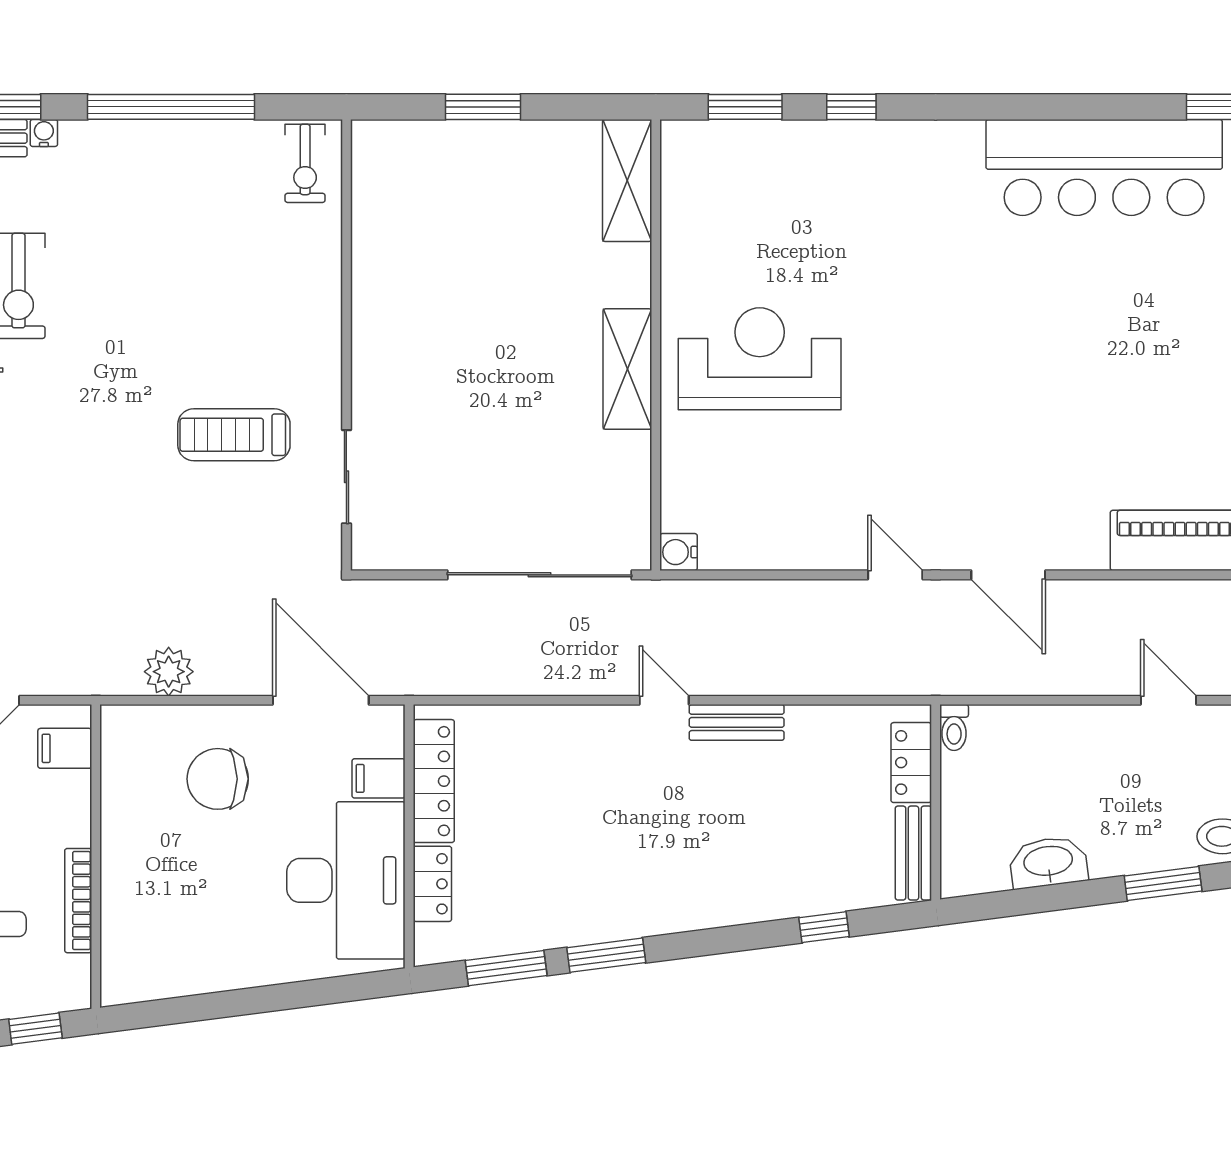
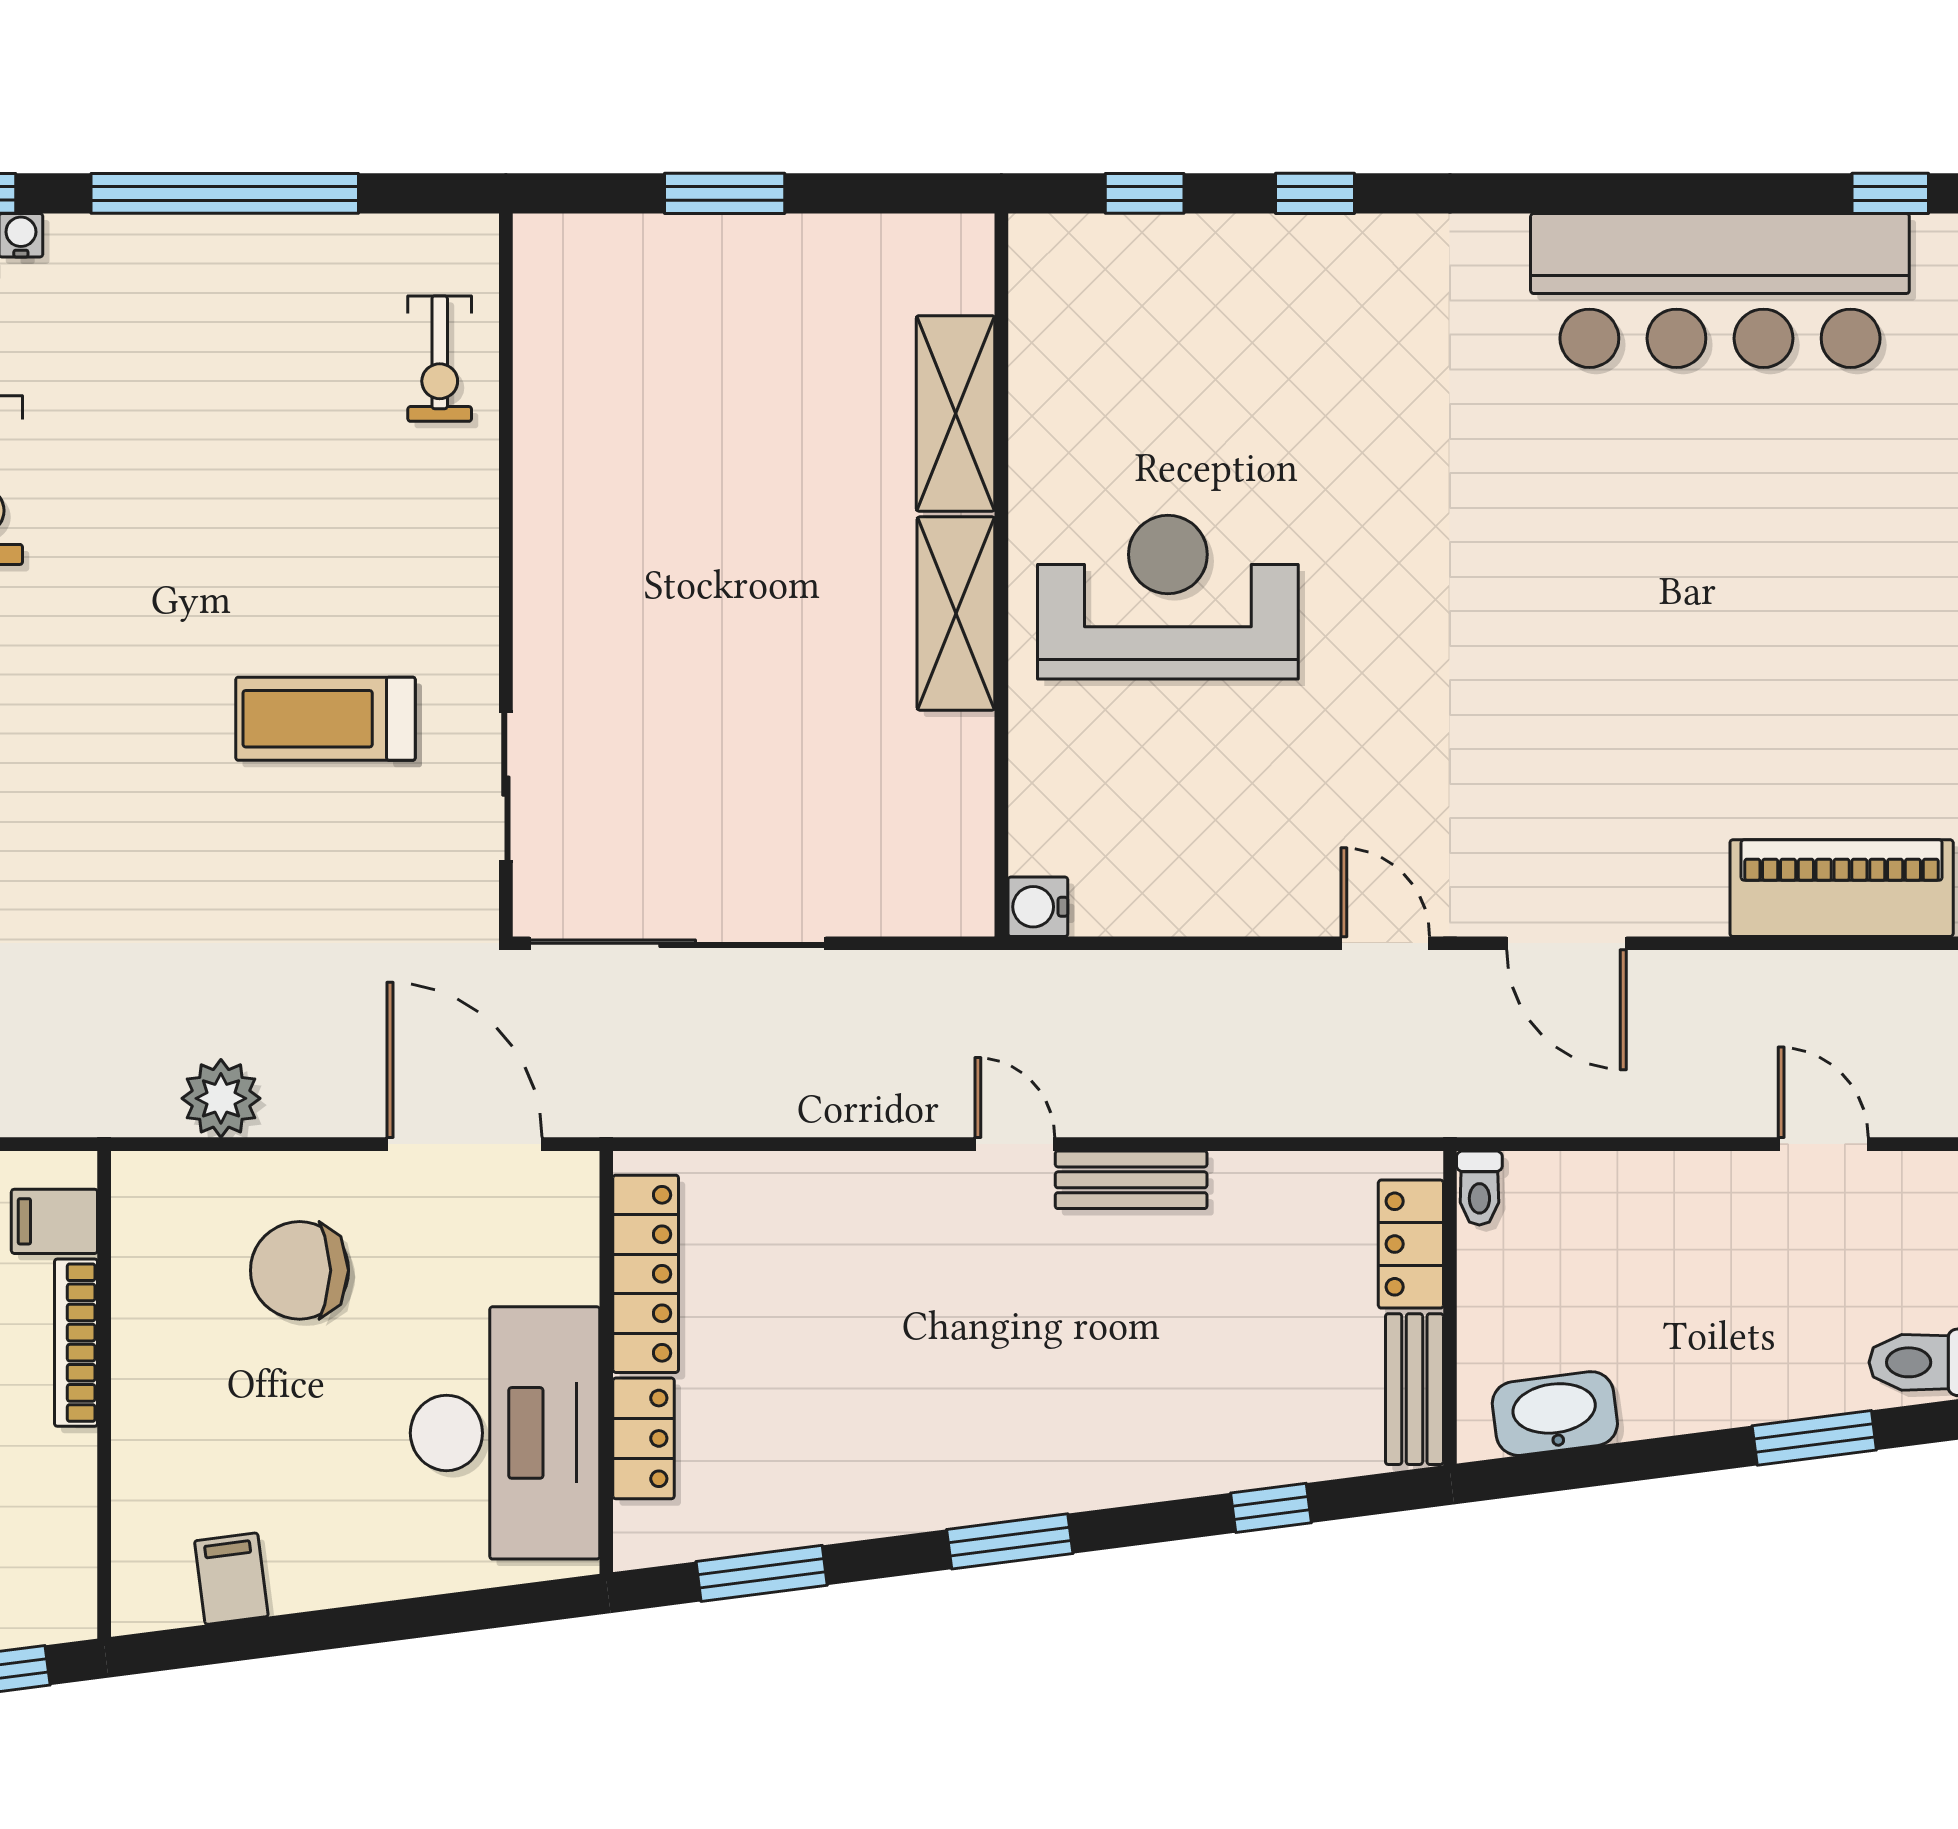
window: (745, 107) -> (1145, 193), width x0.67
exercise bike: (305, 163) -> (440, 359), moved
shelving: (627, 180) -> (956, 413), moved
sliding door: (540, 575) -> (678, 943), moved
filing cabinet: (379, 778) -> (231, 1579), moved, turned 83
washbasin: (1048, 862) -> (1555, 1414), moved
bookcase: (78, 901) -> (76, 1343), moved
window: (606, 955) -> (1010, 1541), moved

